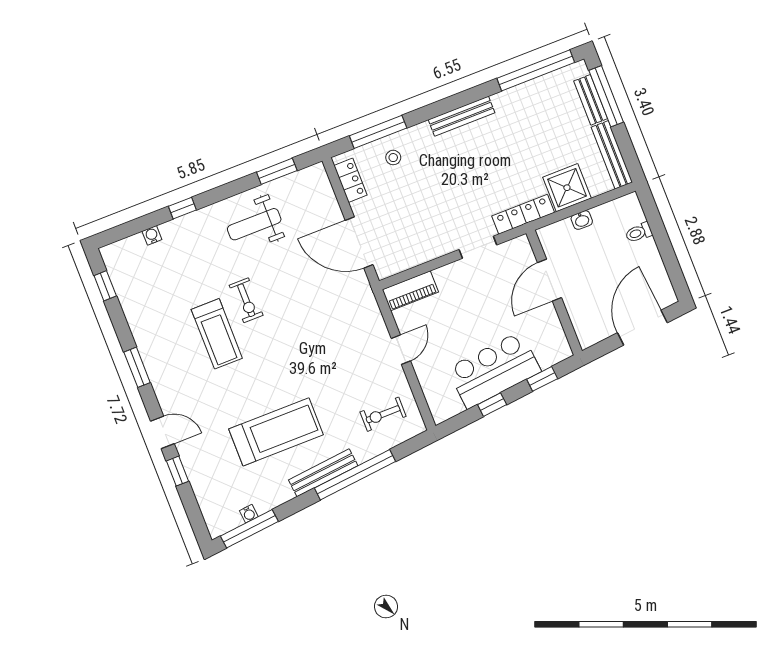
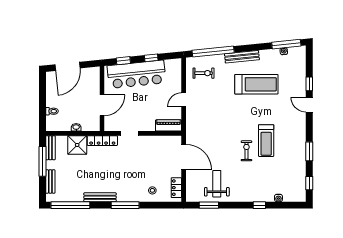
window: (606, 96) -> (42, 161), moved
bench: (462, 116) -> (100, 197), moved
window: (378, 132) -> (125, 205), moved
bench: (612, 155) -> (50, 148), width x0.73
weight bench: (254, 224) -> (217, 184), moved, turned -90
treadmill: (217, 334) -> (266, 141), turned 180
window: (137, 367) -> (309, 151), moved
bar counter: (494, 370) -> (136, 74), width x1.36
treadmill: (276, 432) -> (256, 84), turned 180
window: (355, 475) -> (213, 52), moved

